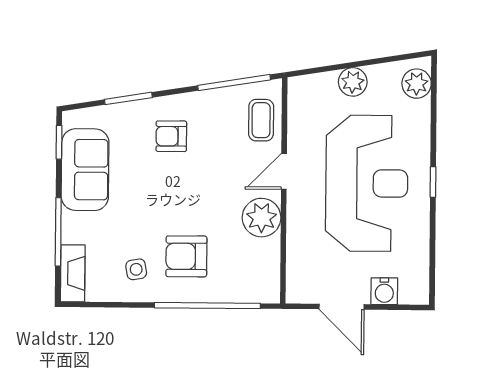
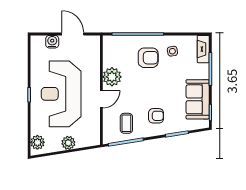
coffee table: (261, 120) -> (126, 123), moved

